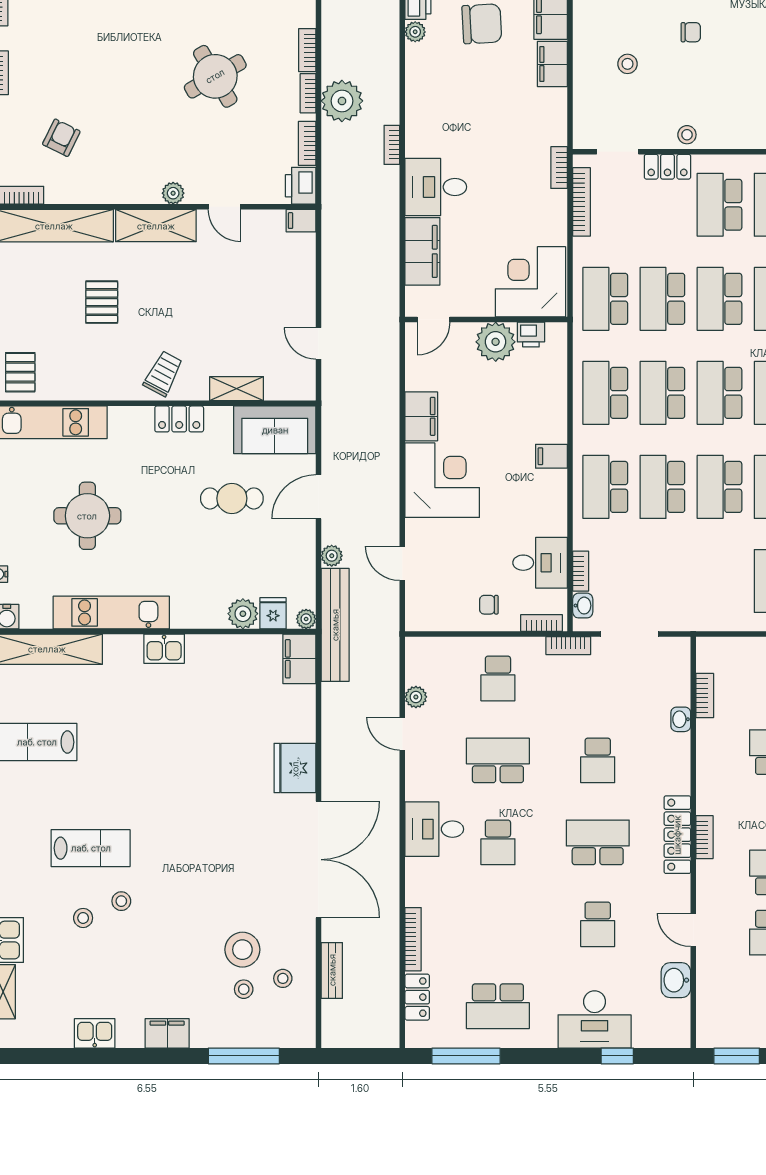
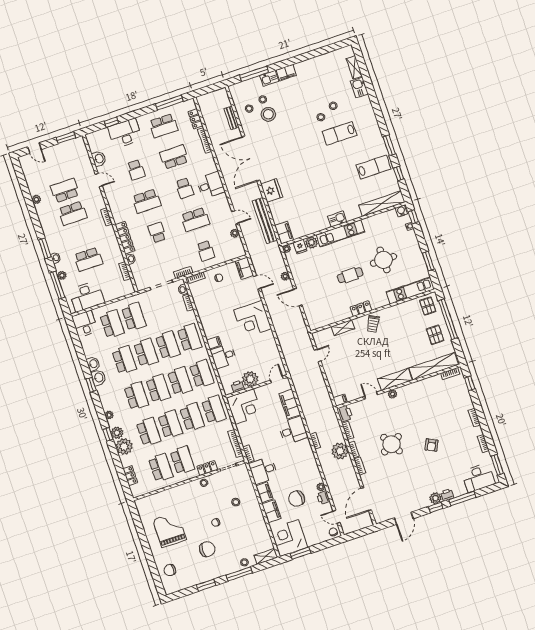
desk: (537, 117) -> (263, 470), added
armchair: (61, 138) -> (432, 445), moved
pallet: (102, 302) -> (435, 335), moved
door: (318, 343) -> (318, 356), hinge flipped
filing cabinet: (421, 416) -> (244, 268), moved
sofa: (275, 430) -> (323, 317), removed
door: (318, 497) -> (298, 297), swing flipped
cafe table: (232, 498) -> (350, 275), moved
desk: (540, 563) -> (223, 356), moved
school desk: (719, 581) -> (134, 317), added
kitchen unit: (111, 612) -> (340, 233), moved
bench: (335, 625) -> (265, 221), moved
school desk: (498, 678) -> (206, 251), turned 180
locker: (677, 835) -> (125, 238), moved
school desk: (498, 842) -> (185, 188), turned 180
school desk: (498, 924) -> (174, 157), added
school desk: (598, 924) -> (136, 170), turned 180
school desk: (498, 1006) -> (163, 126), turned 180
kitchen sink: (95, 1033) -> (269, 78), moved

